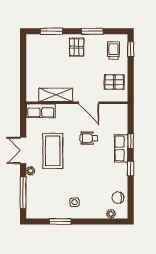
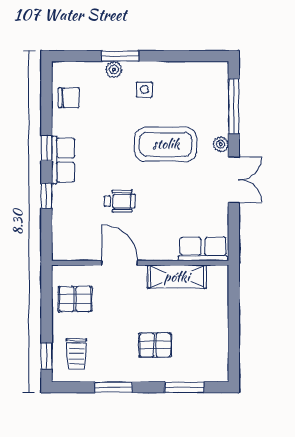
pallet: (77, 47) -> (155, 345), moved, turned 90
row of seats: (121, 148) -> (63, 160), moved
coffee table: (53, 151) -> (166, 144), moved, turned 90
plant: (111, 214) -> (114, 70), moved
window: (60, 221) -> (120, 56), moved

